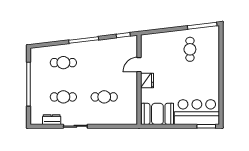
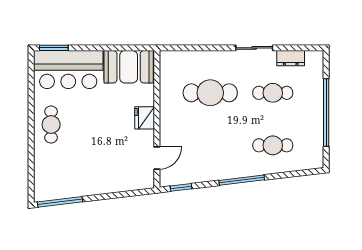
cafe table: (190, 49) -> (51, 125), moved
door: (139, 65) -> (157, 158), moved
cafe table: (104, 97) -> (210, 93), width x1.37, depth x1.35

